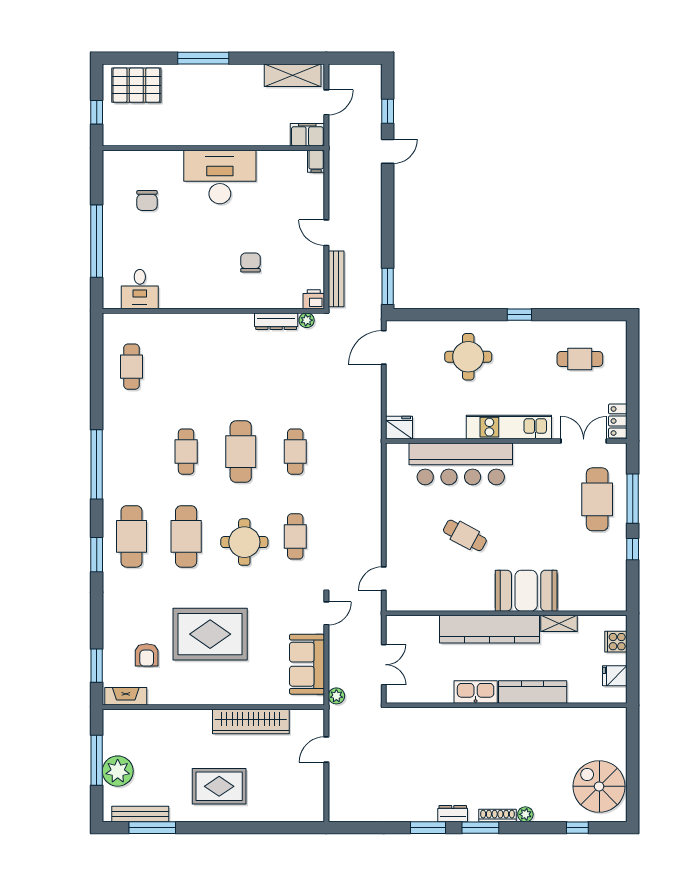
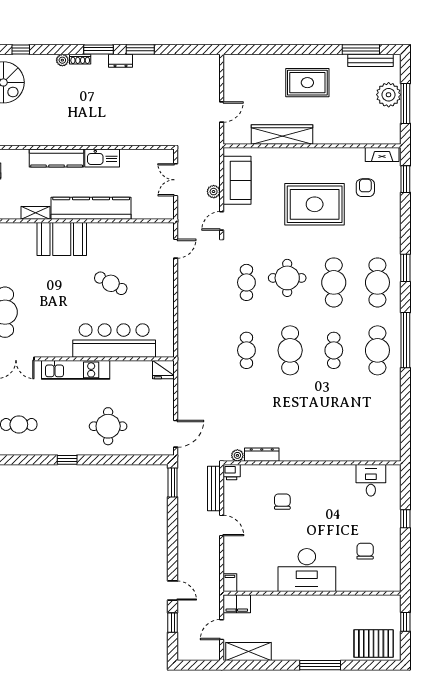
door: (388, 151) -> (173, 591), swing flipped
window: (97, 241) -> (405, 519), width x0.32
chair: (250, 263) -> (282, 502), turned 180
cafe table: (132, 367) -> (377, 350), moved, width x1.37, depth x1.35
plant: (336, 696) -> (214, 192), moved
shoe rack: (498, 816) -> (80, 59), width x0.70

